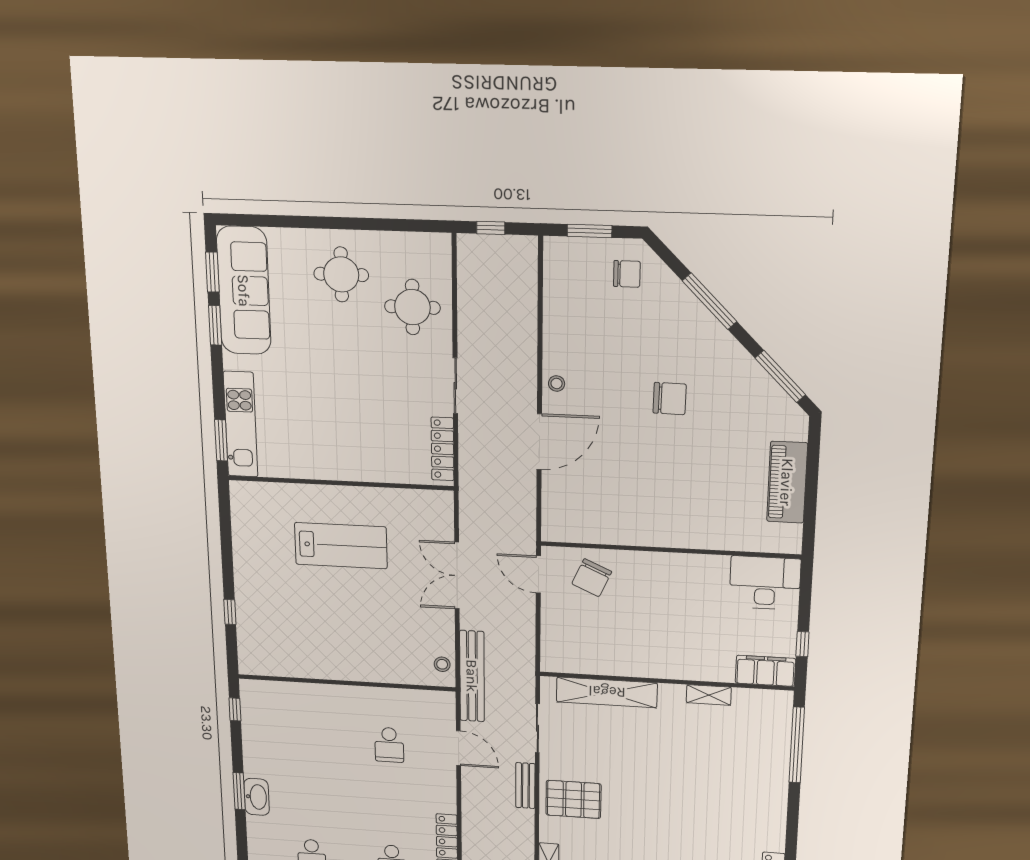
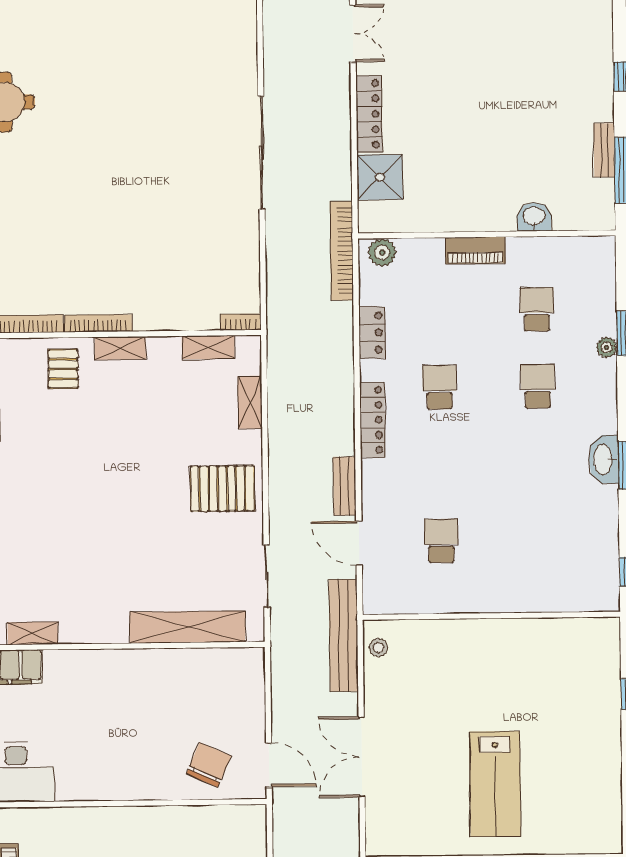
lab bench: (341, 546) -> (495, 784), turned -90
double door: (457, 576) -> (362, 757), swing flipped
shelving: (709, 695) -> (33, 633), moved
bench: (525, 786) -> (345, 486), moved

